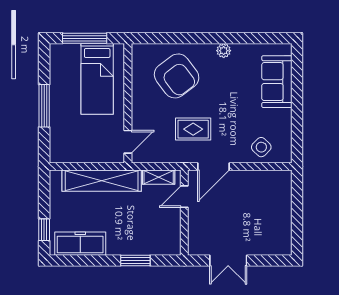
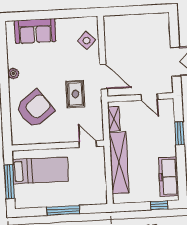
door: (184, 197) -> (149, 97), moved

